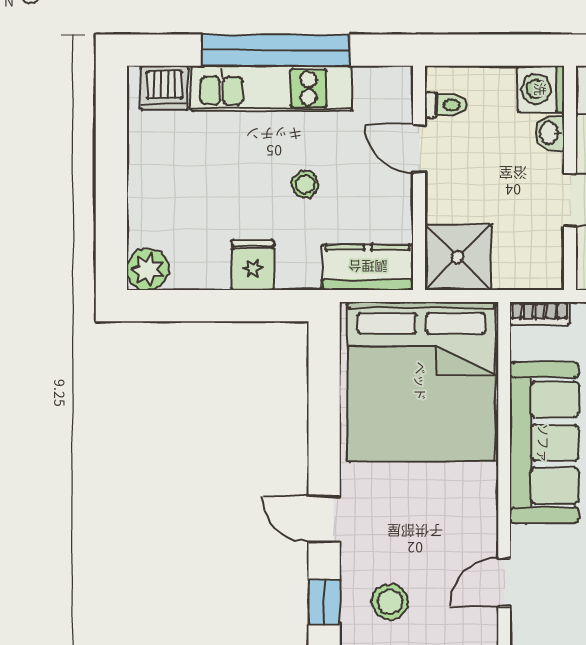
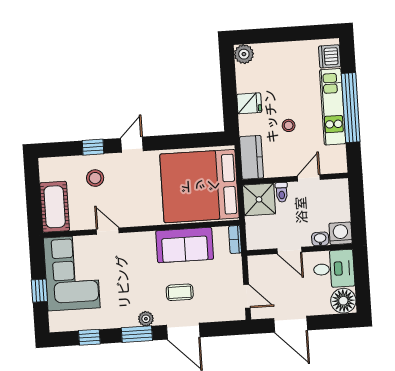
toilet: (446, 105) -> (282, 192), moved
sofa: (544, 443) -> (185, 245), width x0.73

